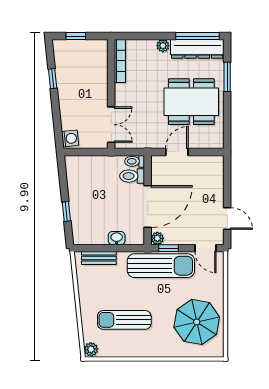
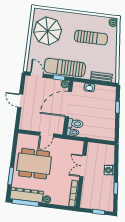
double door: (111, 125) -> (83, 166), moved
washing machine: (70, 138) -> (109, 170), moved
door: (227, 218) -> (20, 101), moved

